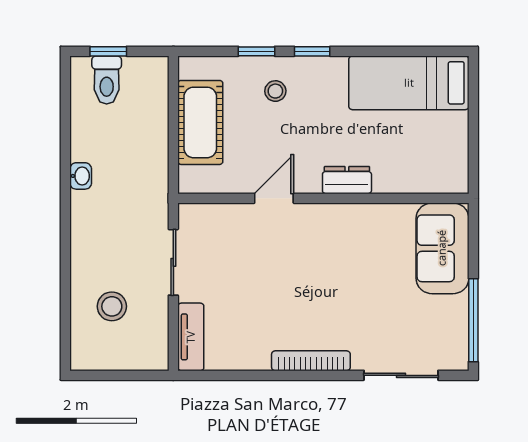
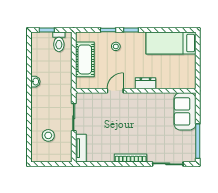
toilet: (107, 80) -> (59, 42), moved

